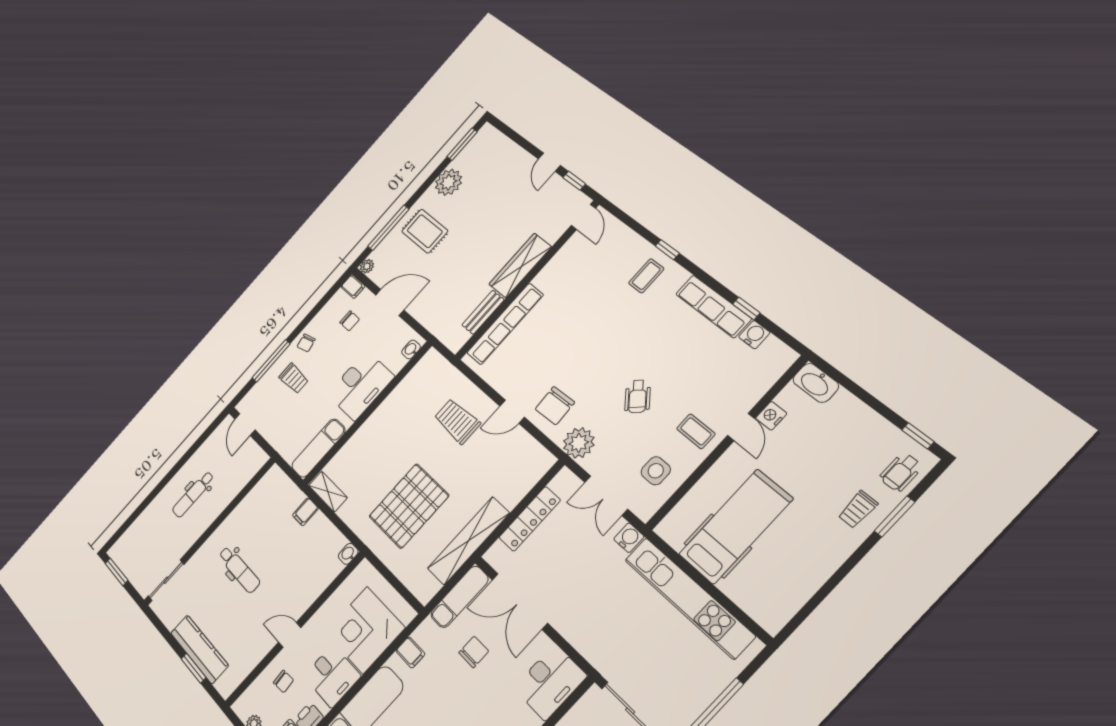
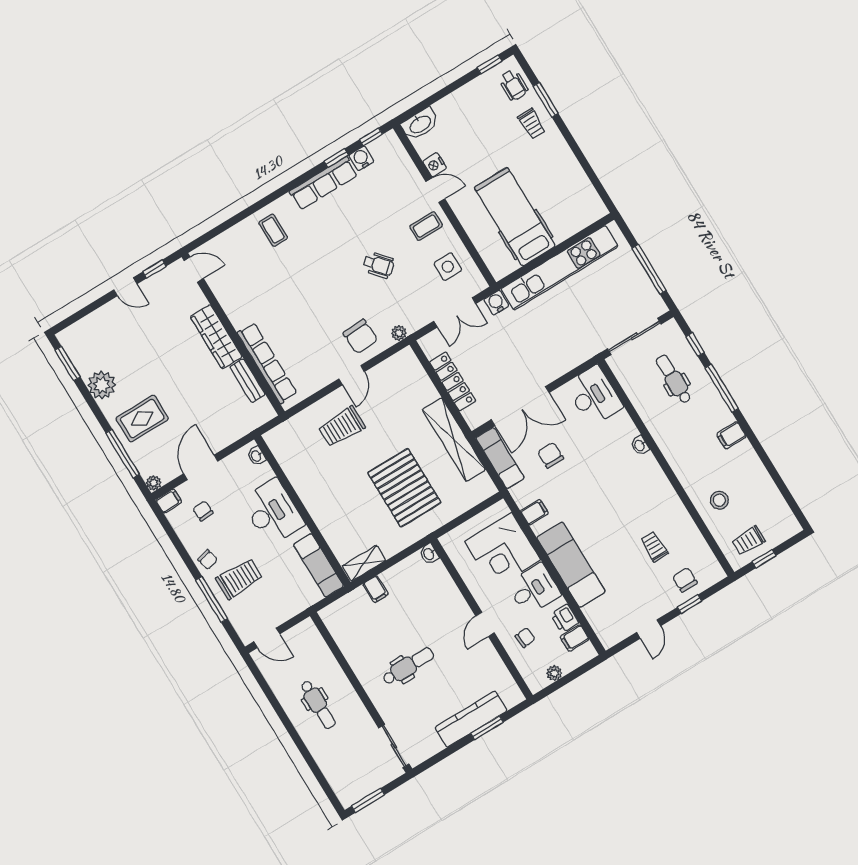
window: (667, 250) -> (371, 137), moved
chair: (350, 321) -> (203, 511), turned -93
trolley: (294, 378) -> (239, 579), width x1.36, depth x1.39
plant: (579, 443) -> (399, 333), width x0.53, depth x0.53

